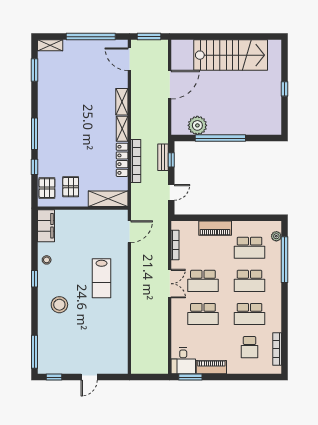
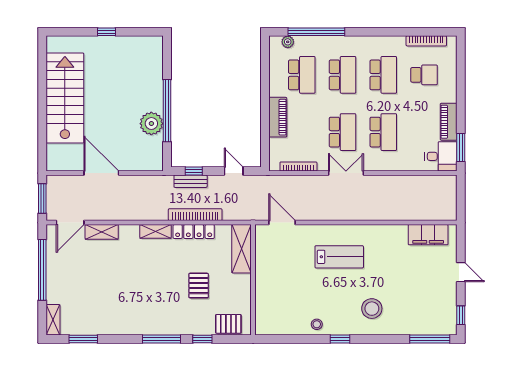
shelving: (122, 102) -> (102, 232), moved
plant: (197, 125) -> (151, 124), moved
pallet: (71, 187) -> (199, 286), moved, turned 90
filing cabinet: (46, 226) -> (428, 235), moved, turned 180

